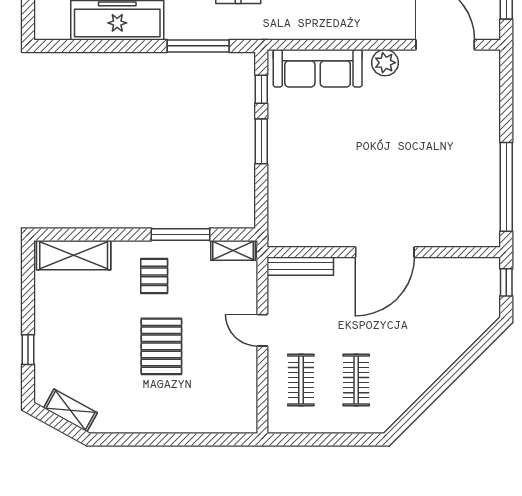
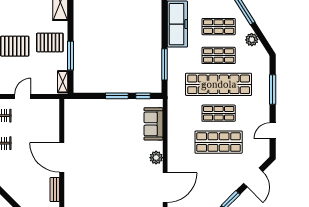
sofa: (318, 68) -> (153, 124), width x0.73
bench: (300, 266) -> (55, 190), moved, width x0.73
pallet: (154, 276) -> (50, 42), width x1.50, depth x1.42

